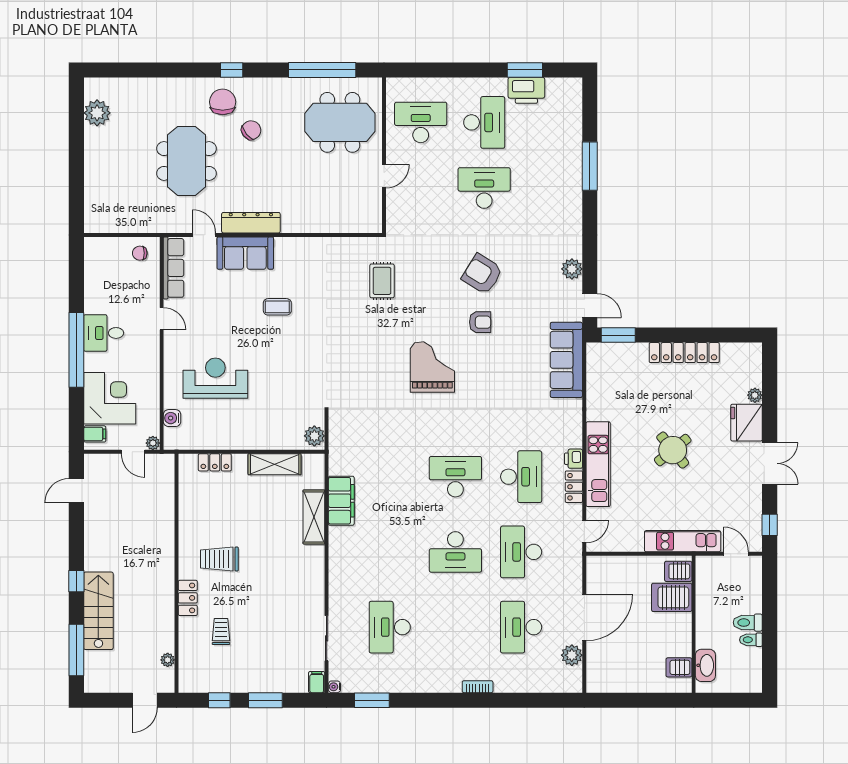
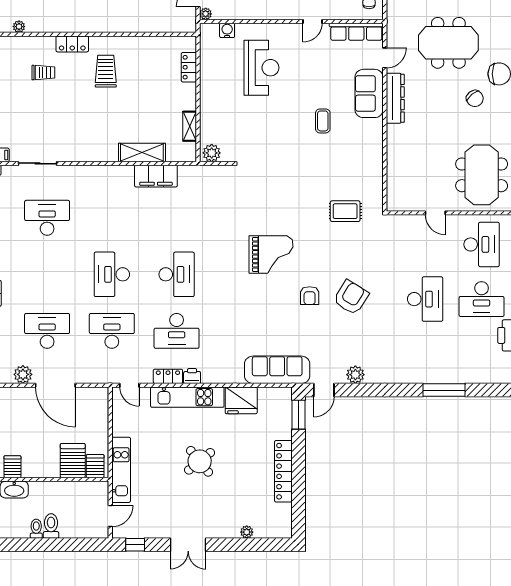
fridge: (747, 423) -> (241, 400), moved, turned 180
shelving: (275, 464) -> (190, 126), width x0.67, depth x0.75

